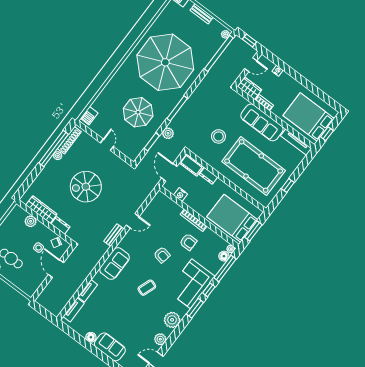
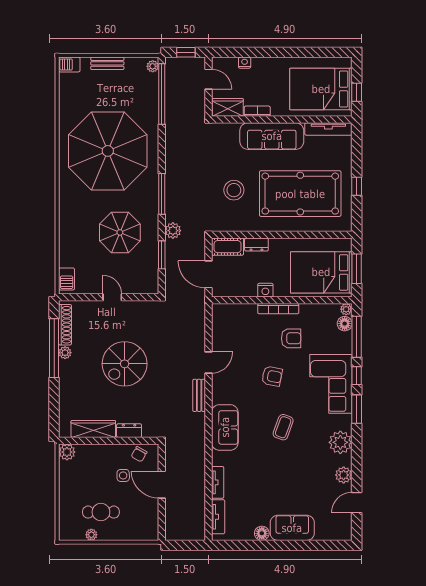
door: (251, 65) -> (208, 79), hinge flipped
nightstand: (181, 194) -> (265, 290), moved
plant: (31, 221) -> (67, 452), moved

